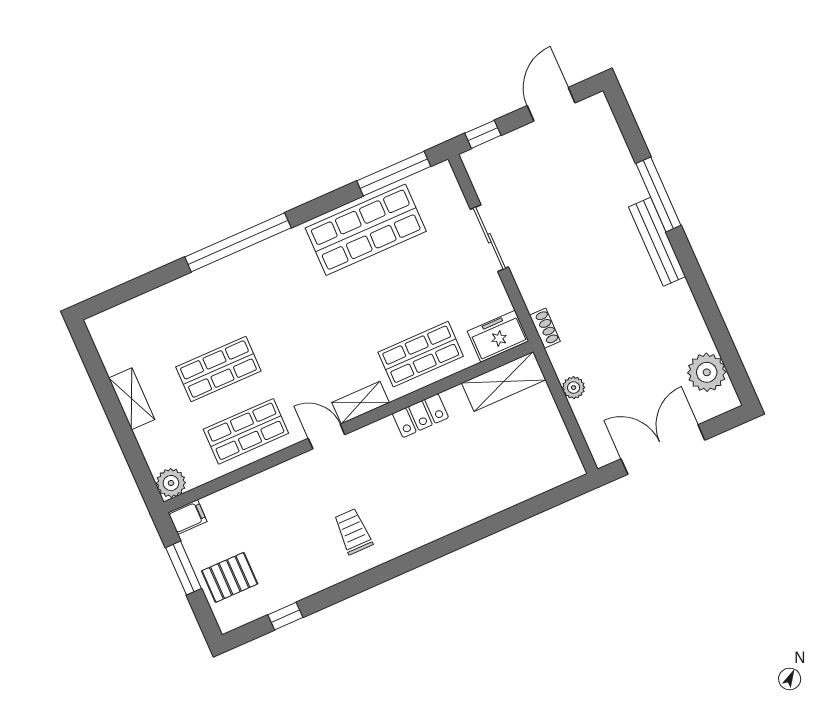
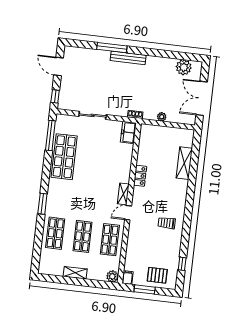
window: (238, 242) -> (42, 204), width x0.47
shop shelf: (421, 354) -> (55, 233), moved
shelving: (504, 381) -> (184, 163), moved
pallet: (230, 577) -> (157, 275), turned 90

